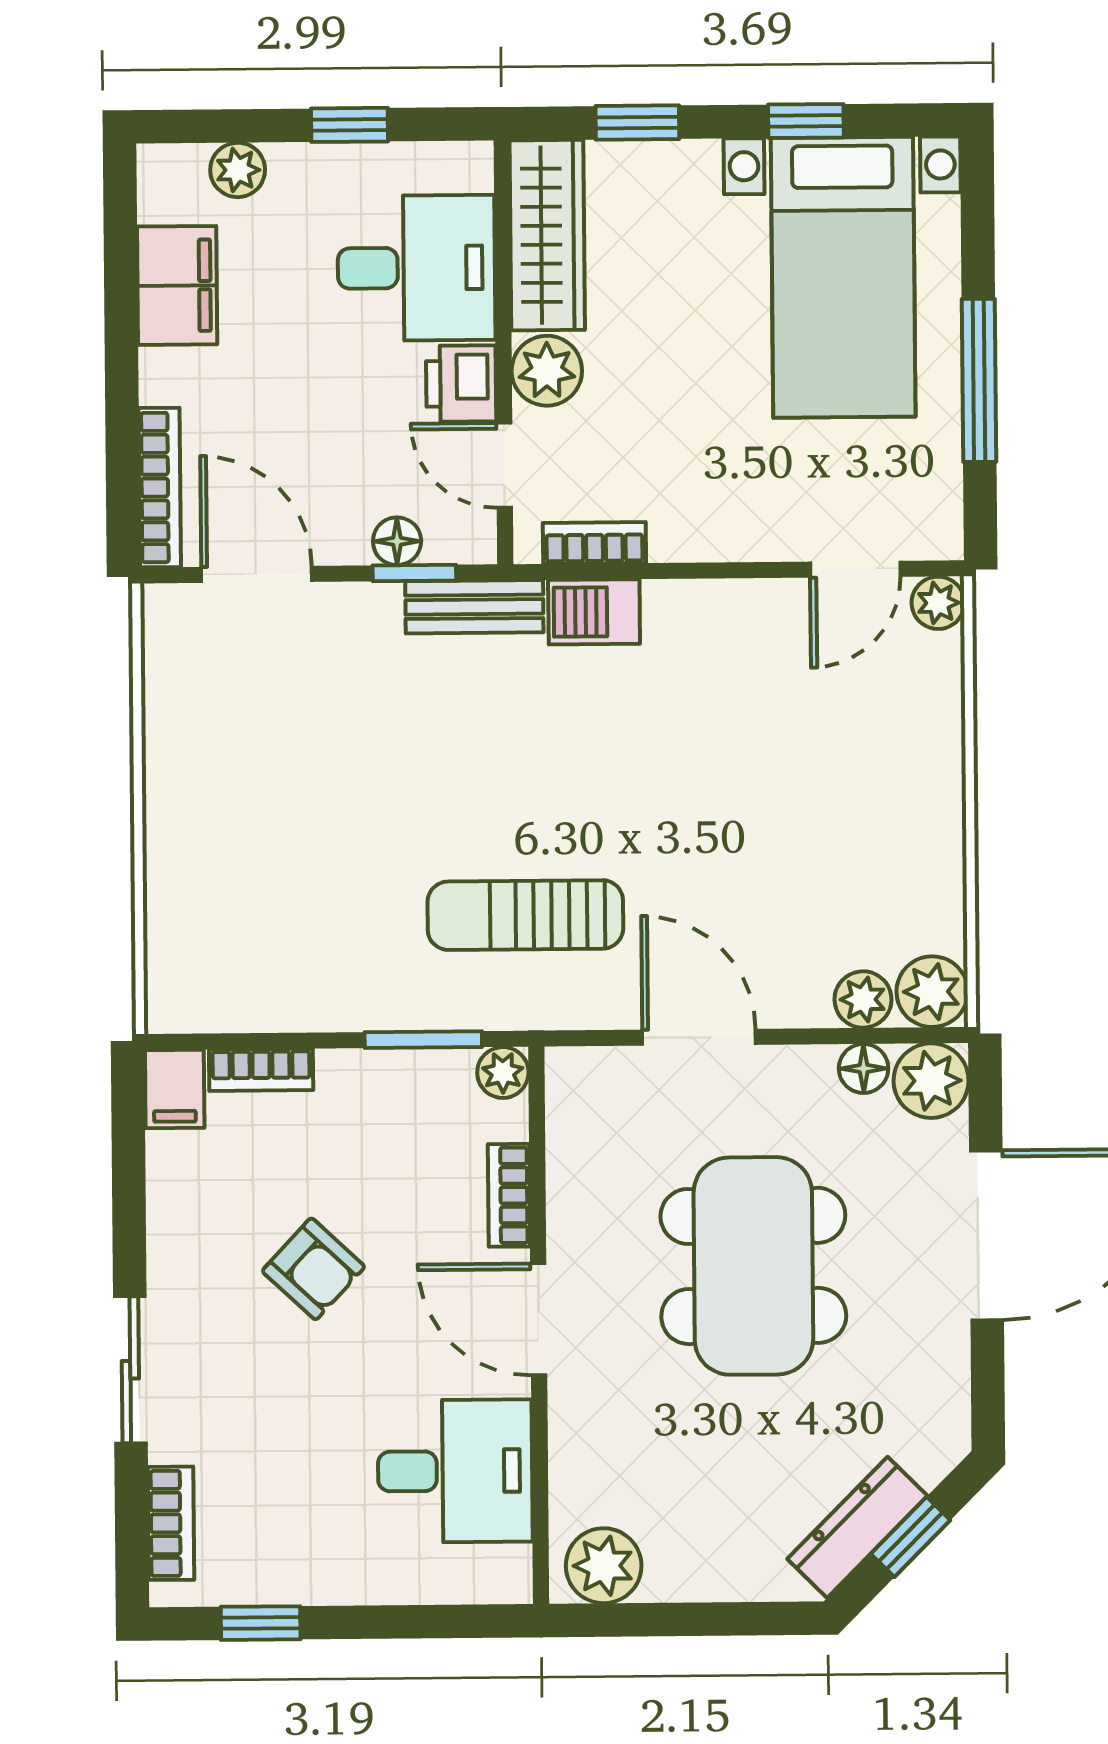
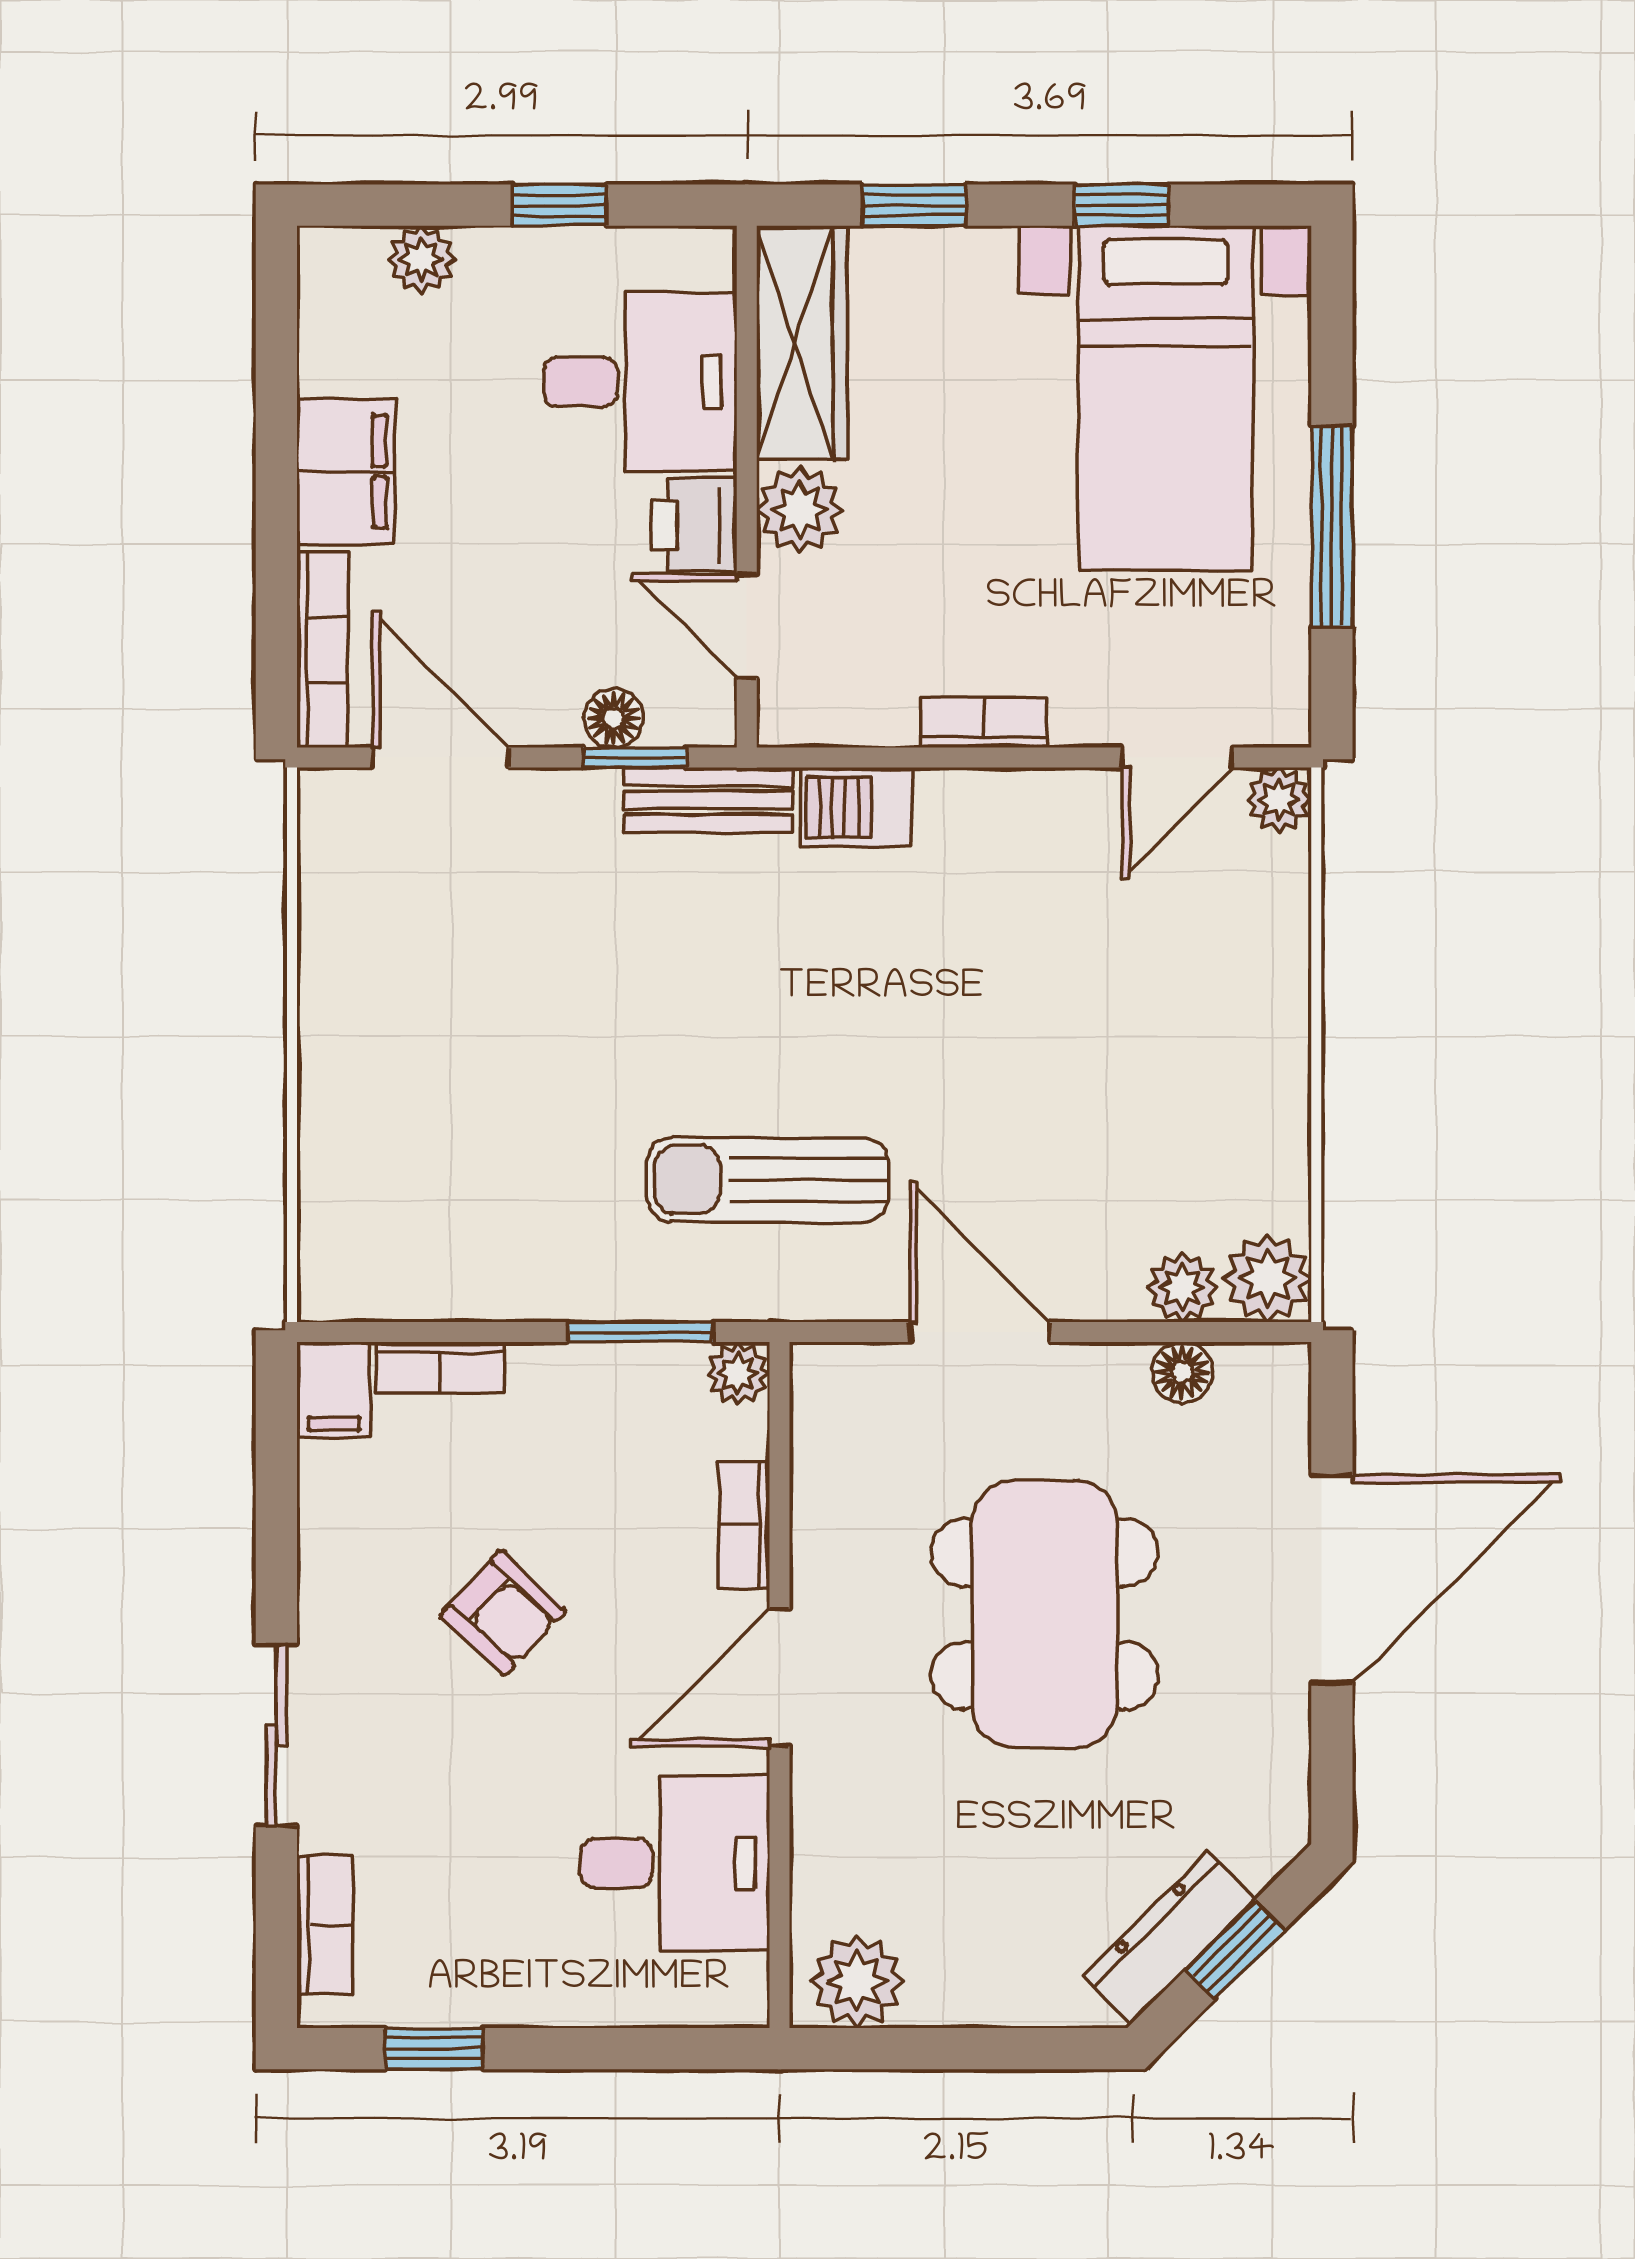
filing cabinet: (177, 285) -> (346, 472), moved
bookcase: (594, 543) -> (984, 722), moved
plant: (931, 1081) -> (1265, 1388), removed
door: (539, 1319) -> (779, 1678), hinge flipped

